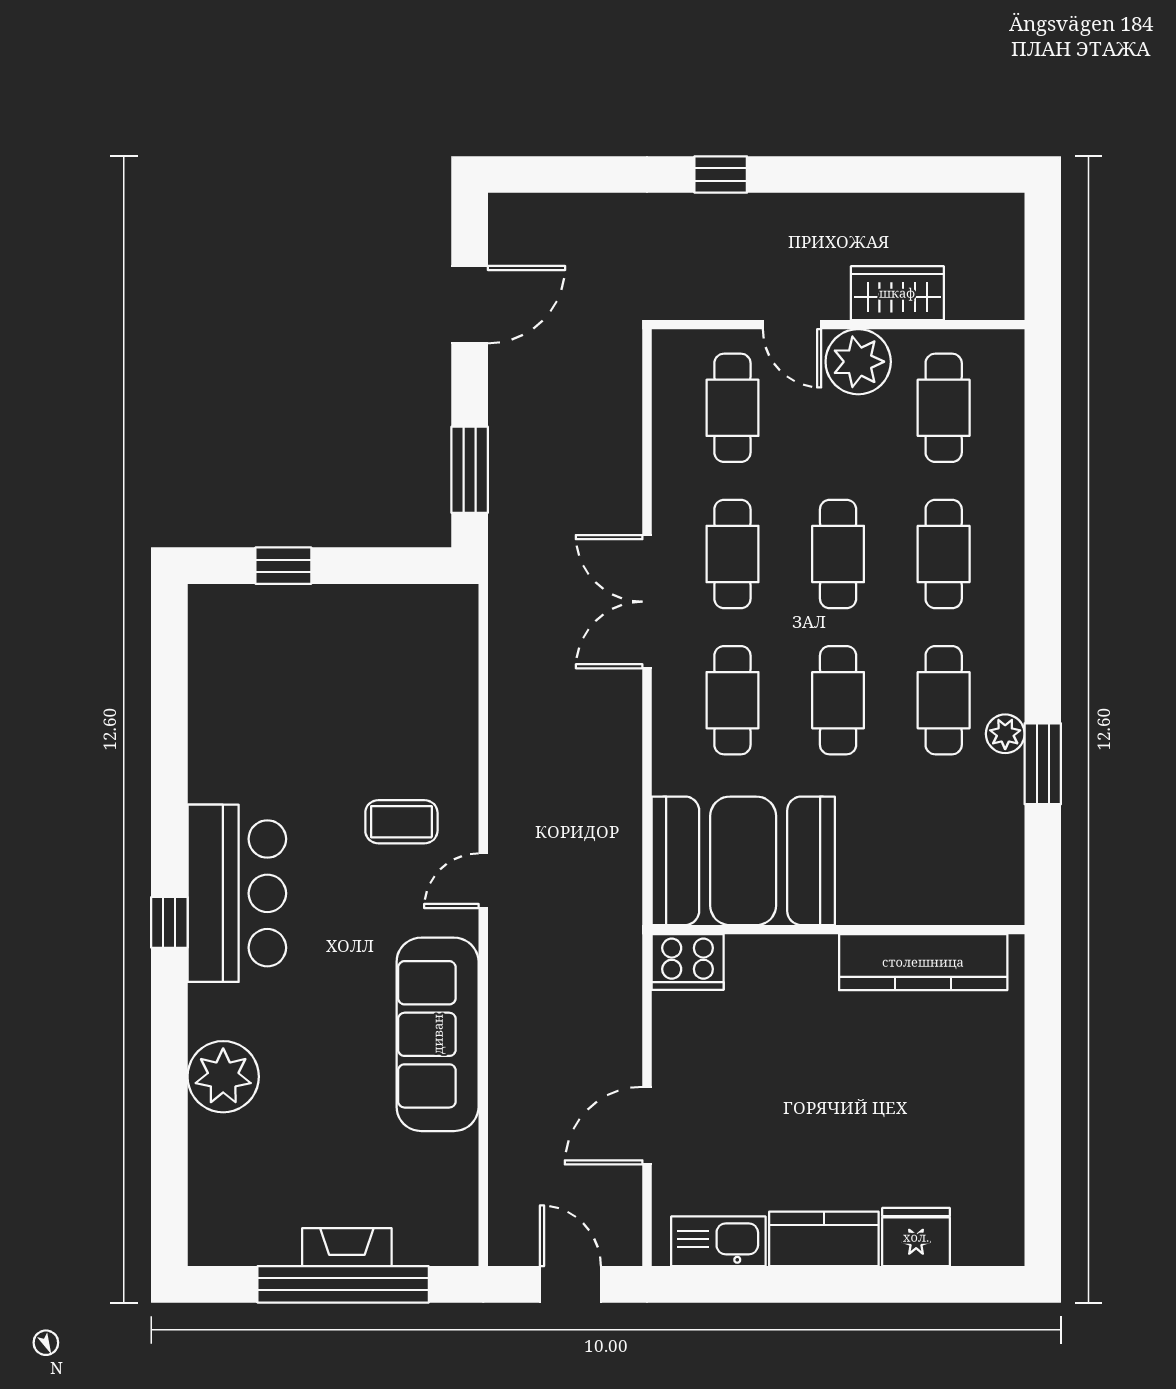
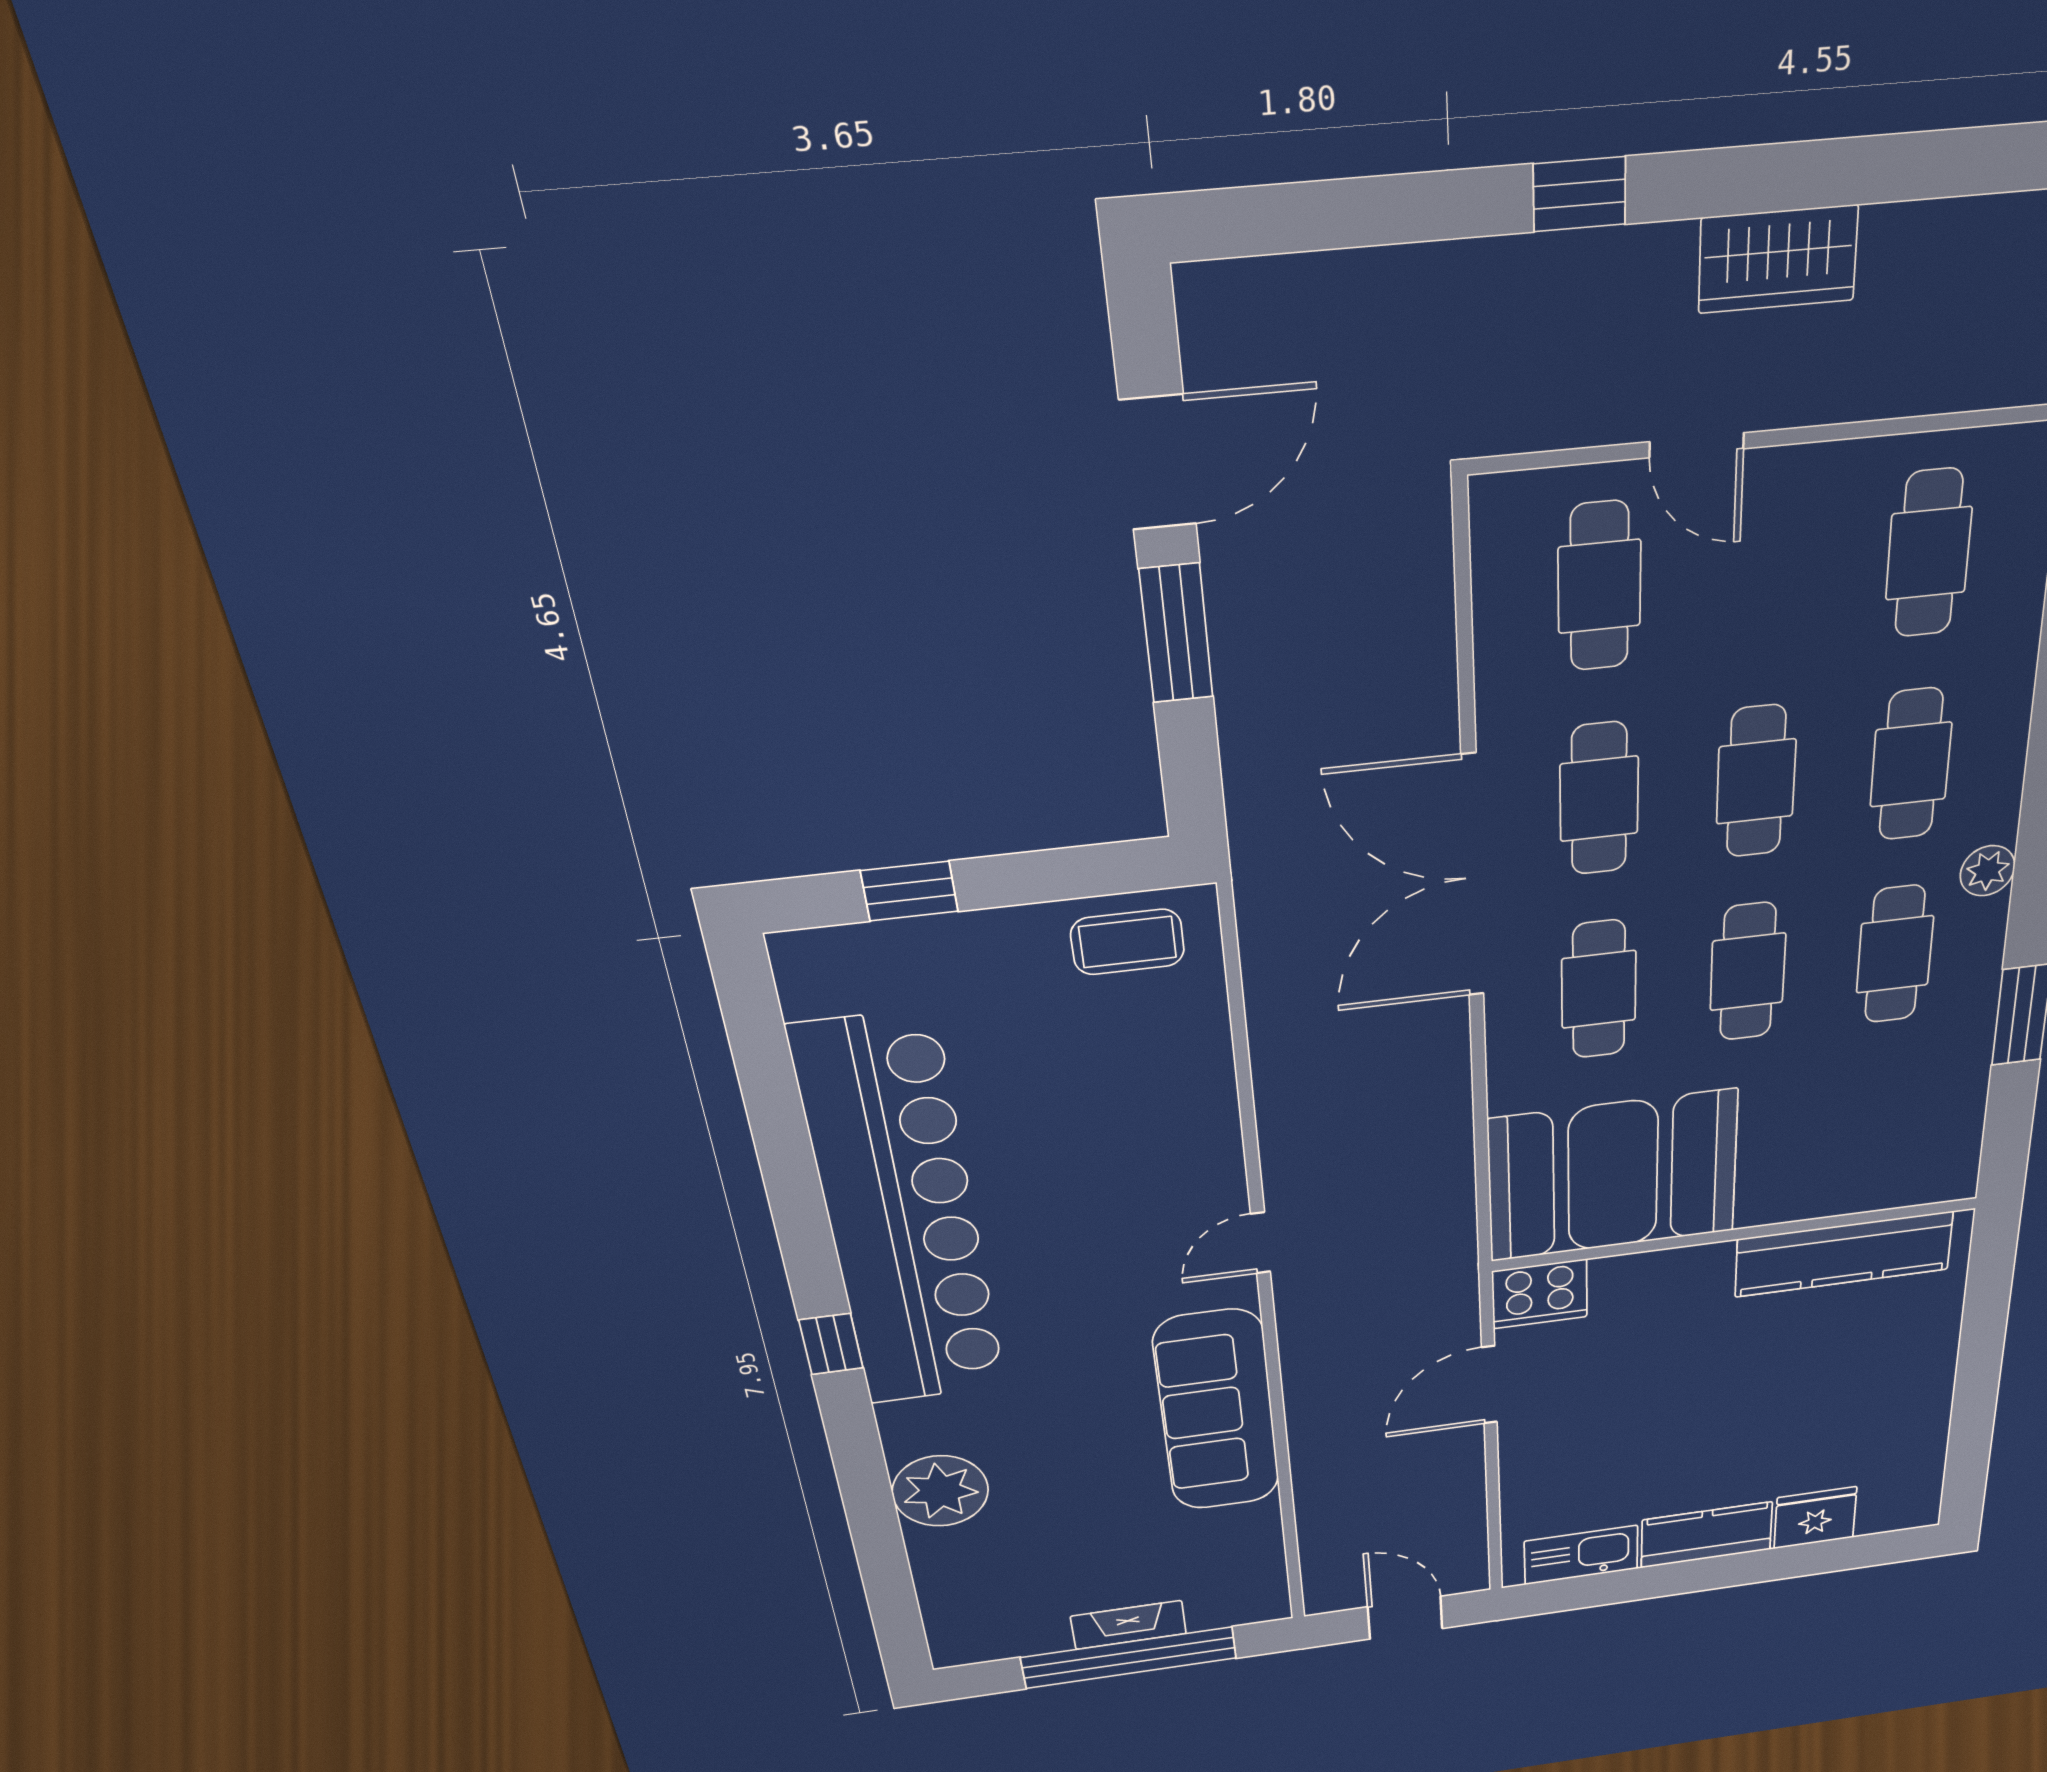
wardrobe: (897, 293) -> (1778, 259), moved, turned 180
plant: (858, 362) -> (1800, 495), removed
window: (470, 470) -> (1176, 634), moved
double door: (647, 602) -> (1473, 878), width x1.36
plant: (1005, 734) -> (1988, 871), moved
coffee table: (401, 822) -> (1128, 942), moved
bar counter: (237, 893) -> (901, 1215), width x1.86
door: (647, 1126) -> (1489, 1385), moved

